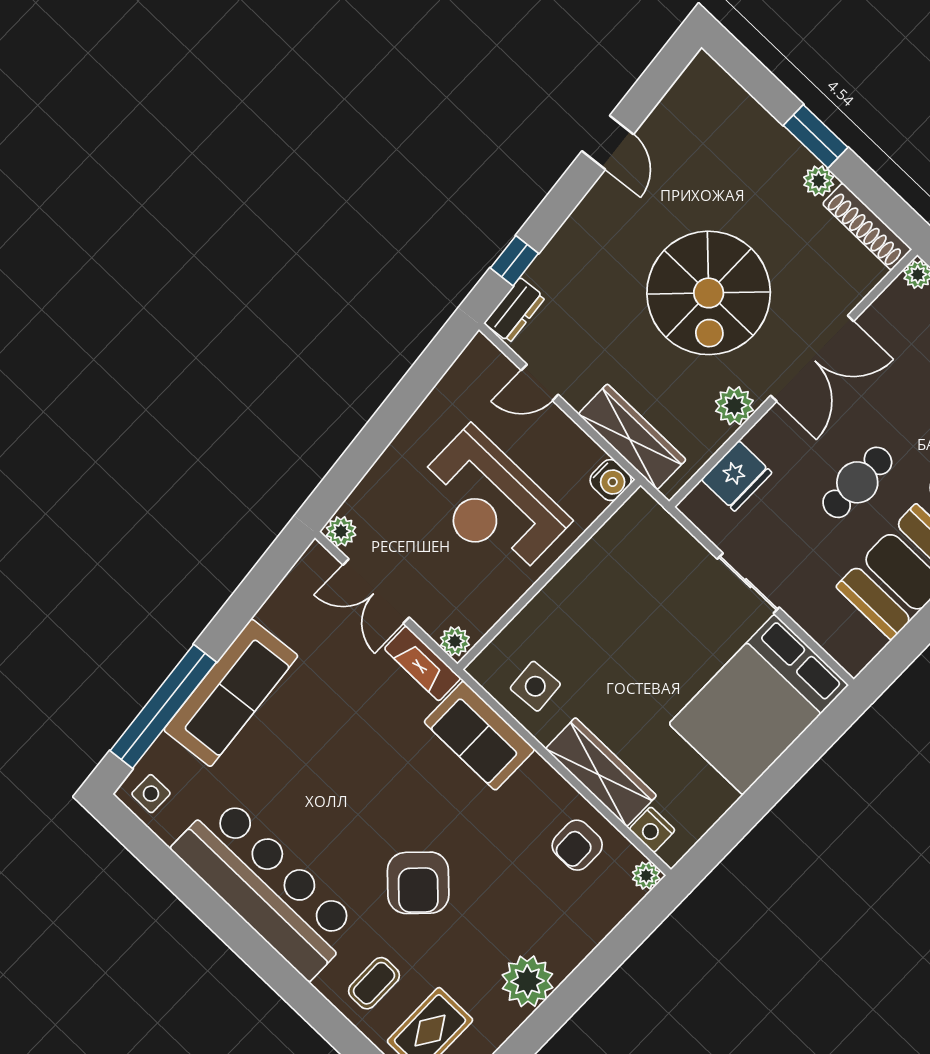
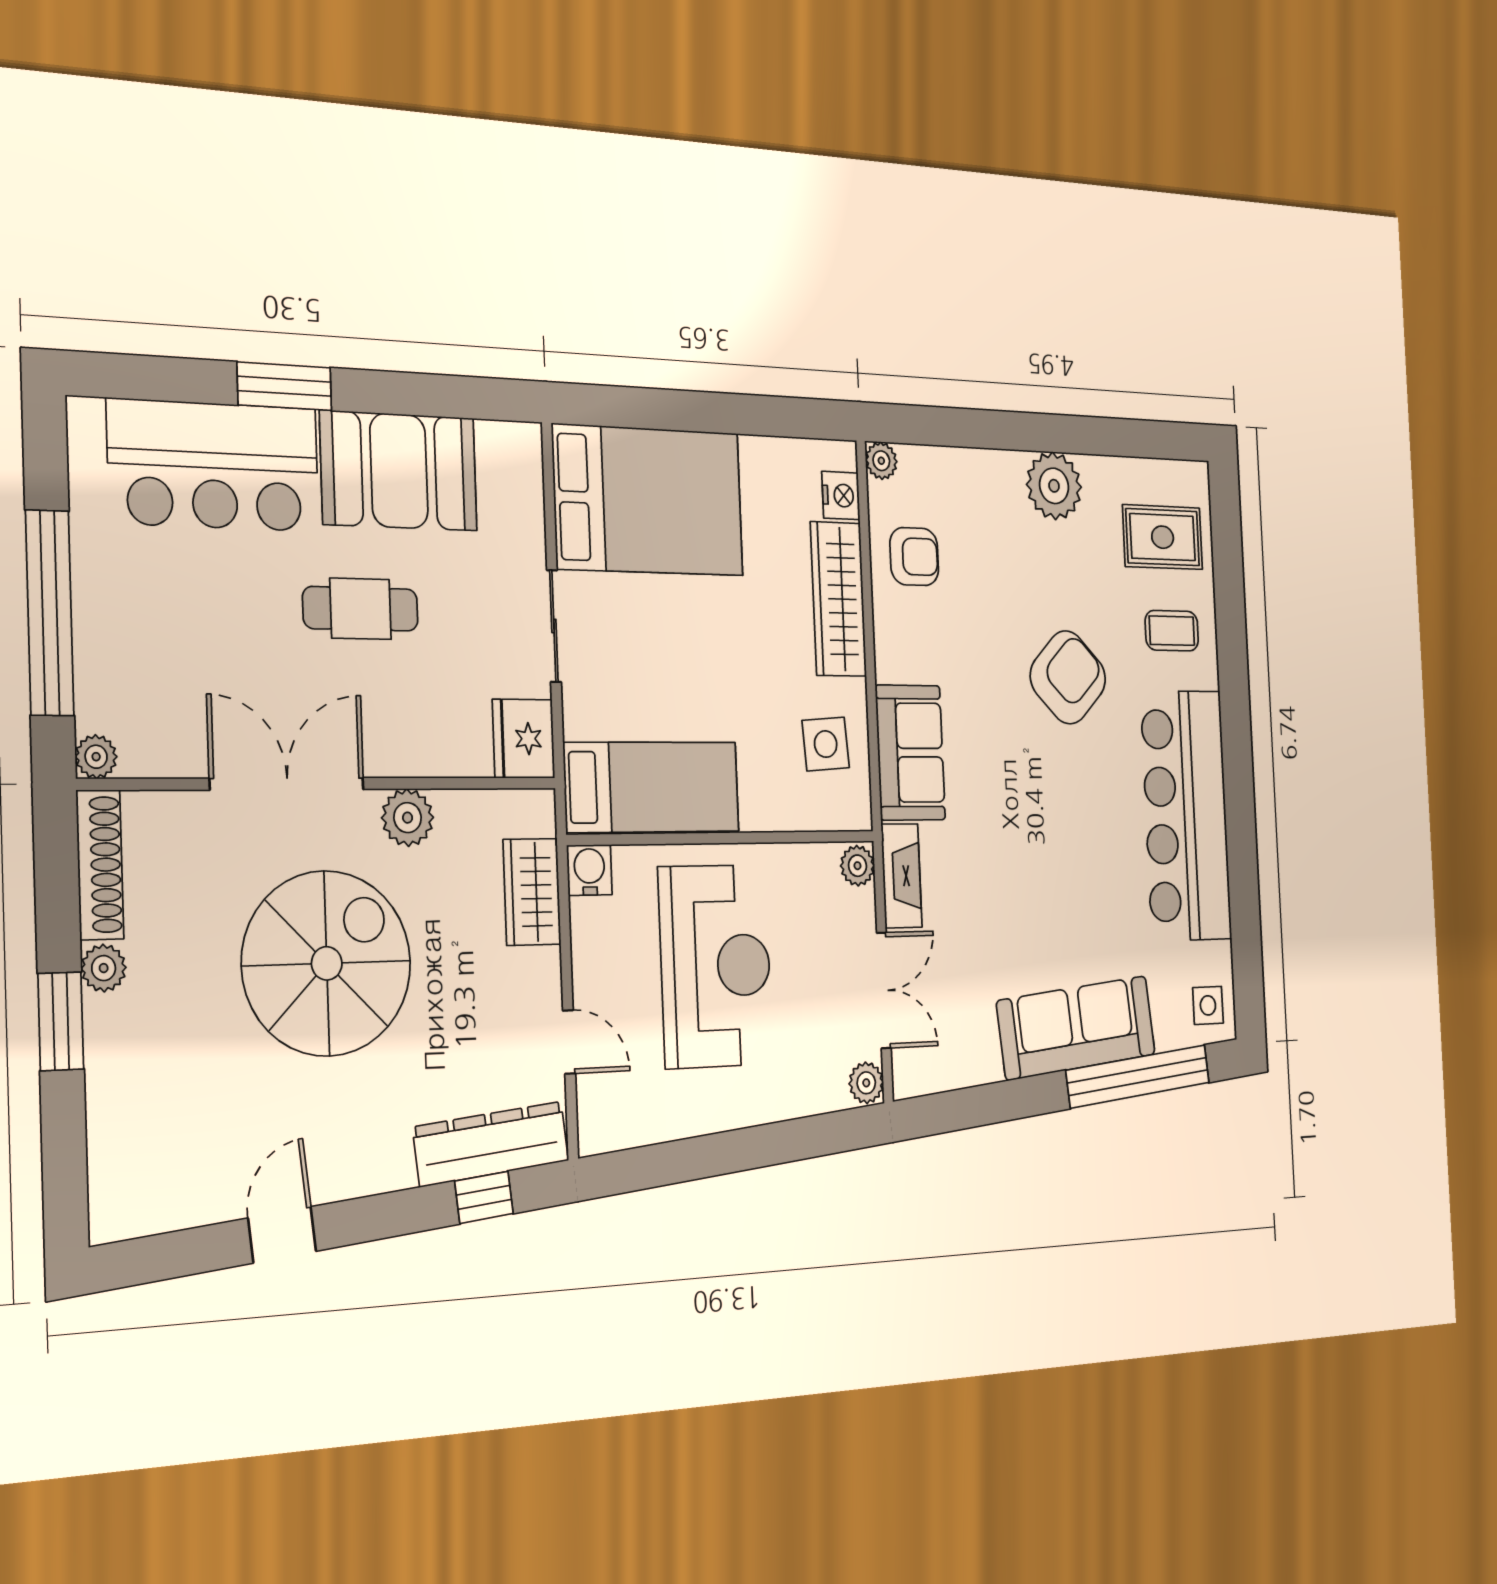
dresser: (515, 310) -> (491, 1144), width x1.96, depth x1.24
wardrobe: (632, 437) -> (532, 892), width x0.67
fridge: (737, 476) -> (524, 739), moved, turned -90
bed: (616, 558) -> (652, 787), added

